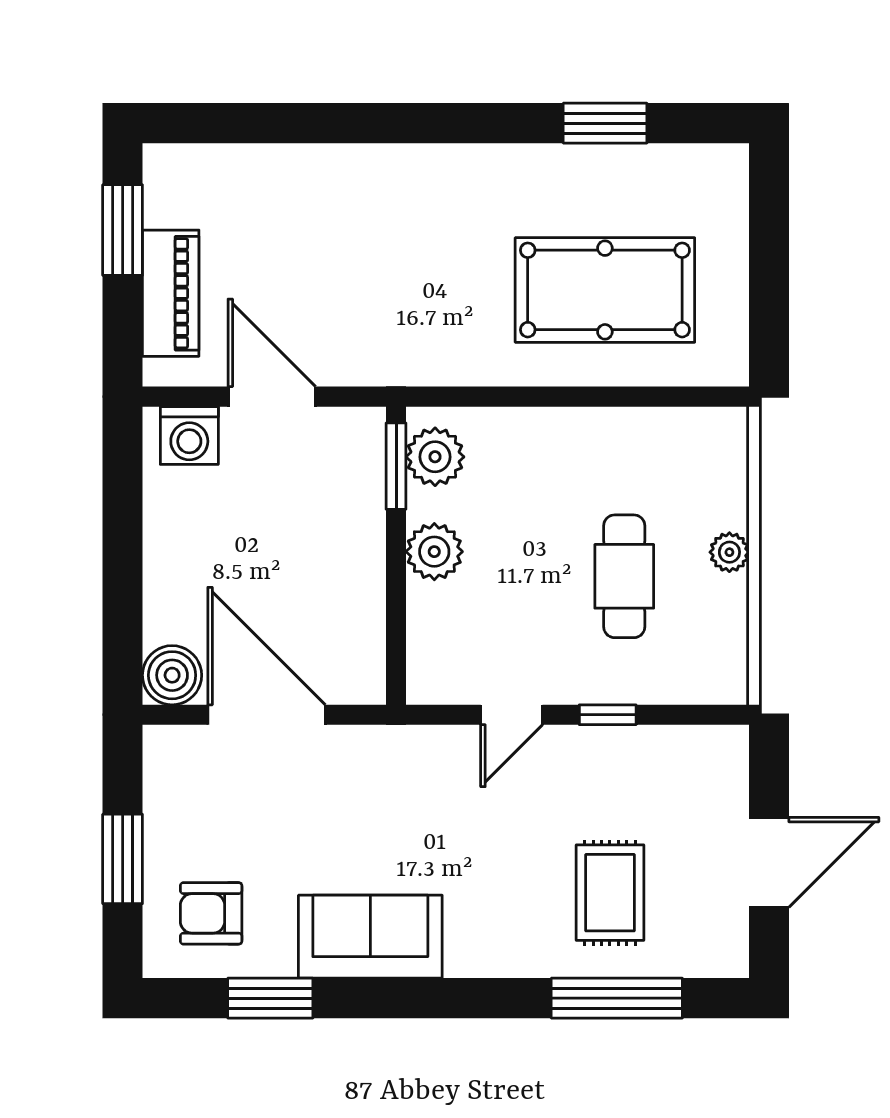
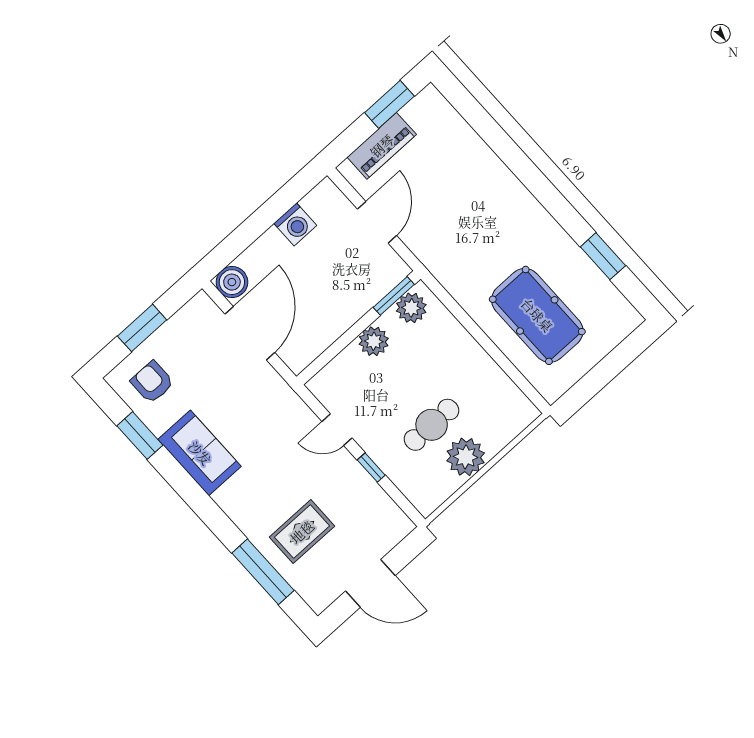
washing machine: (189, 435) -> (295, 224), moved, turned -90
plant: (729, 552) -> (466, 457), width x1.88, depth x1.88

